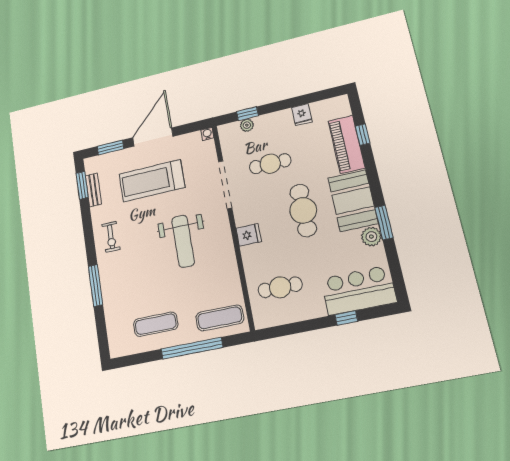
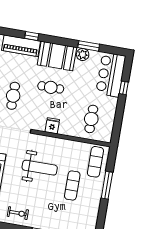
window: (363, 135) -> (32, 36), moved
cafe table: (303, 210) -> (51, 87), width x0.73, depth x0.74
window: (384, 222) -> (89, 46), moved
exercise mat: (156, 324) -> (72, 185), moved
window: (192, 348) -> (107, 185), width x0.68

